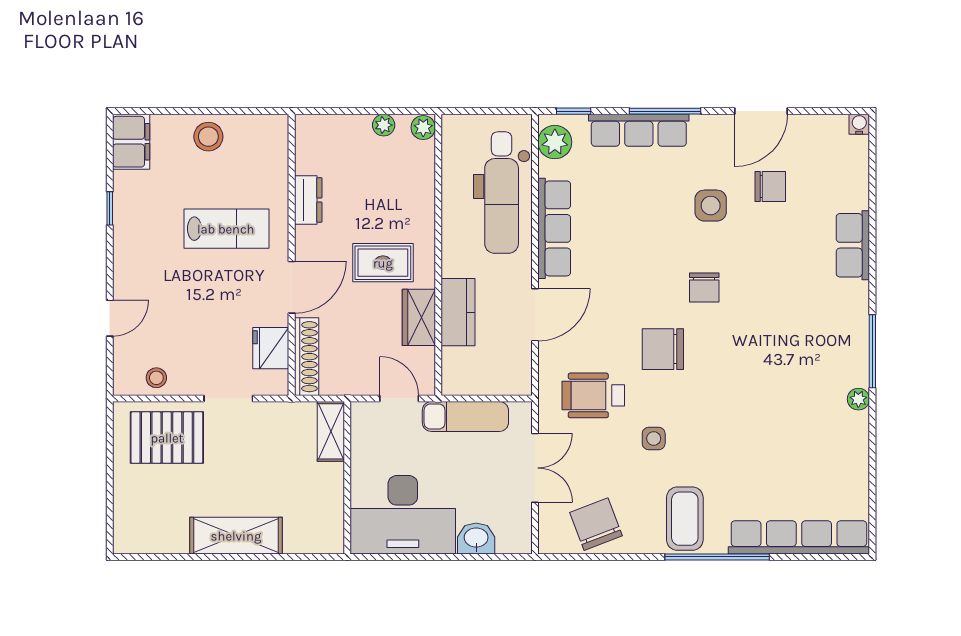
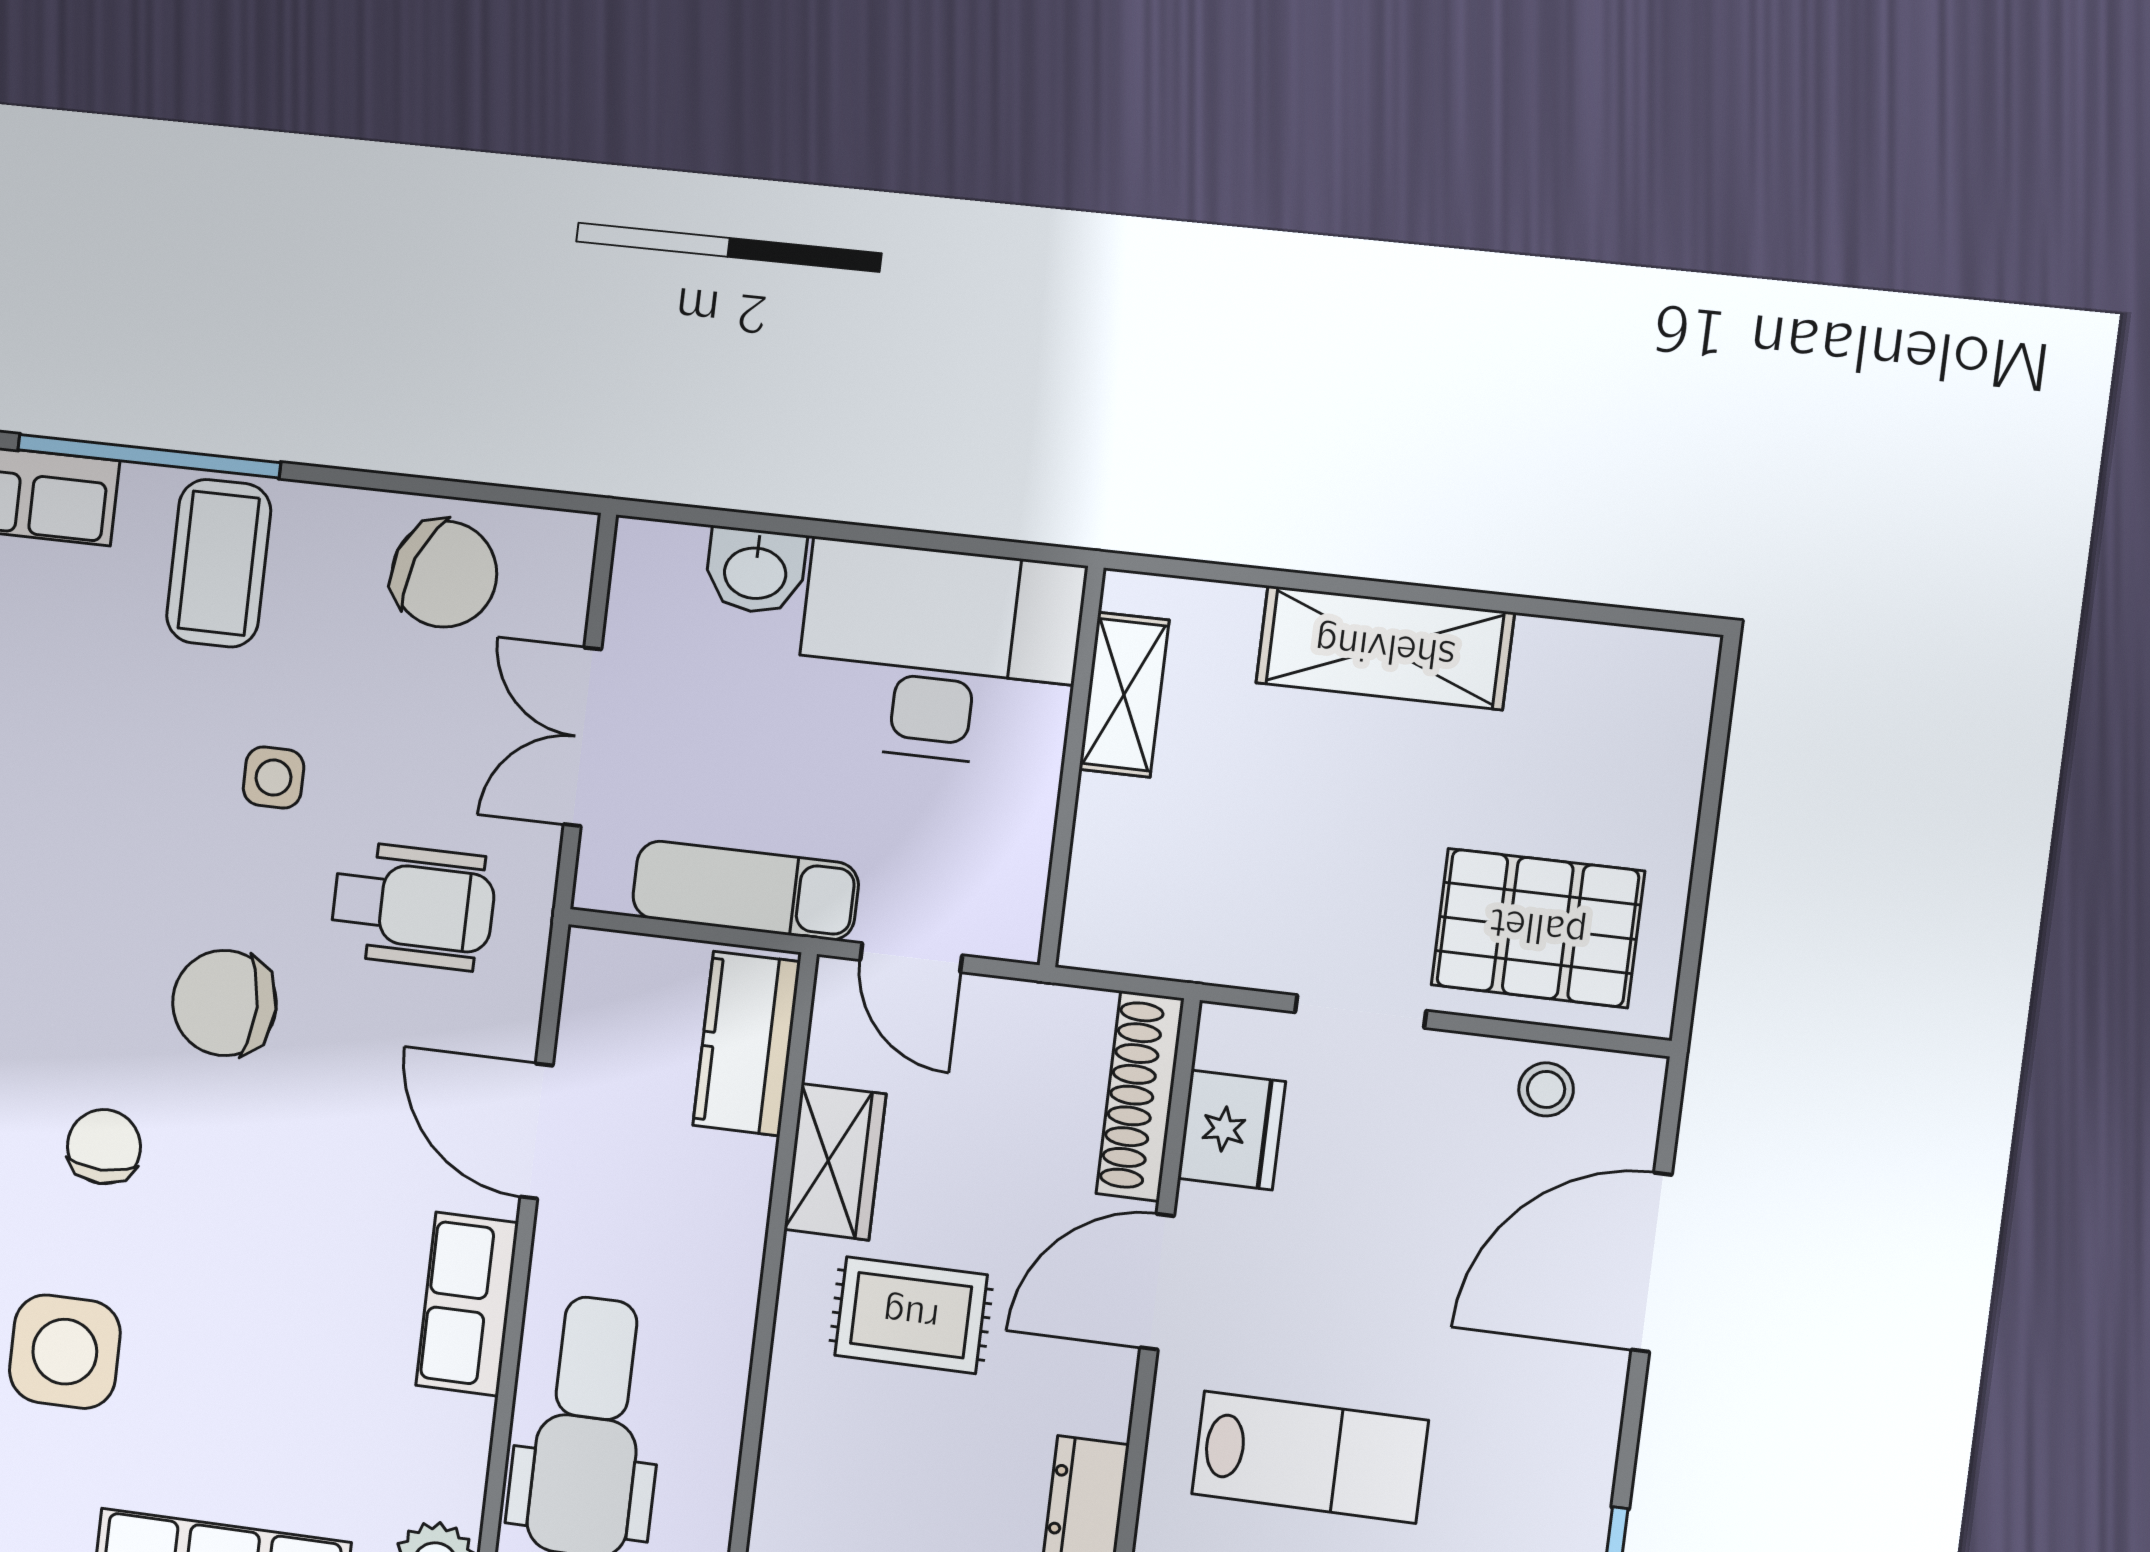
side table: (711, 206) -> (65, 1352), width x1.37, depth x1.37
row of seats: (554, 228) -> (467, 1304), width x0.68
lab bench: (226, 229) -> (1310, 1457), turned 180
kitchen counter: (458, 312) -> (747, 1044), moved
door: (535, 315) -> (537, 1131), hinge flipped
door: (110, 318) -> (1652, 1262), width x1.88
chair: (663, 349) -> (224, 1003), turned 180
shelving: (331, 431) -> (1124, 695), moved
chair: (596, 524) -> (444, 574), turned -48

